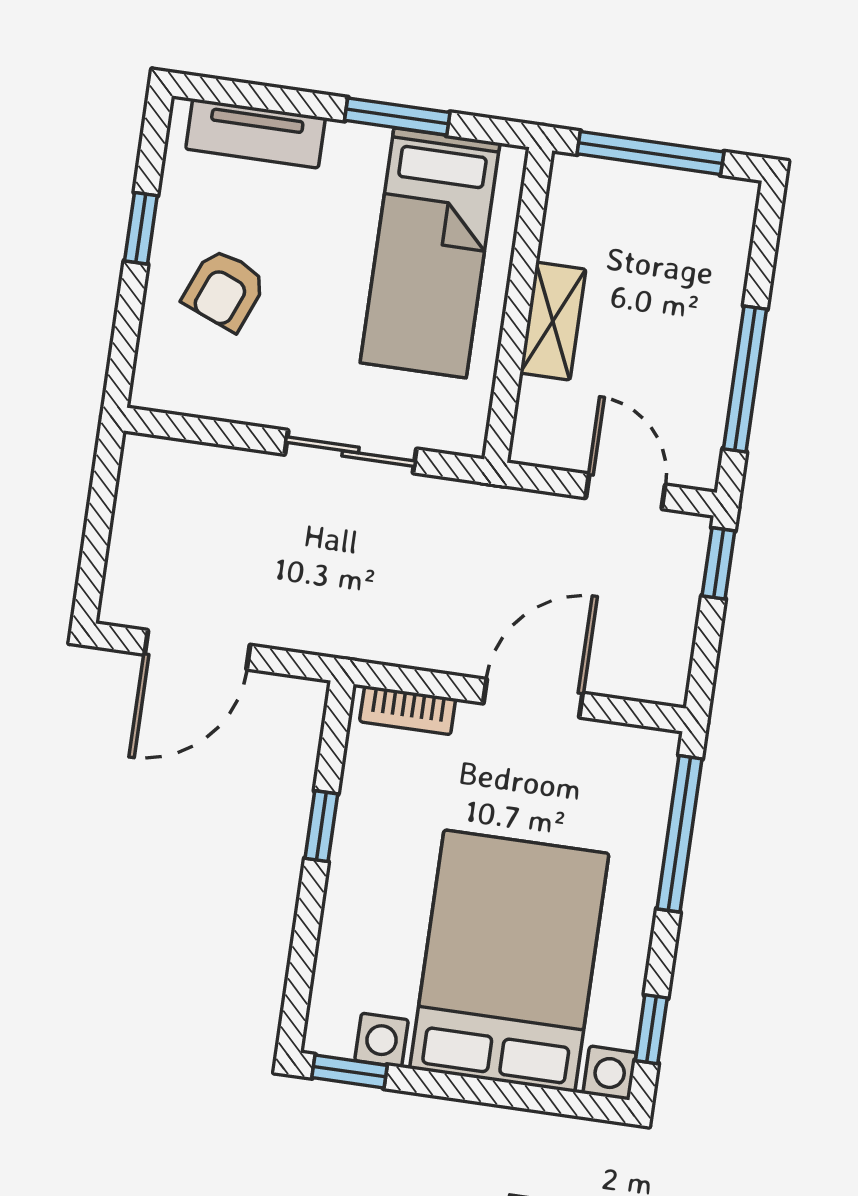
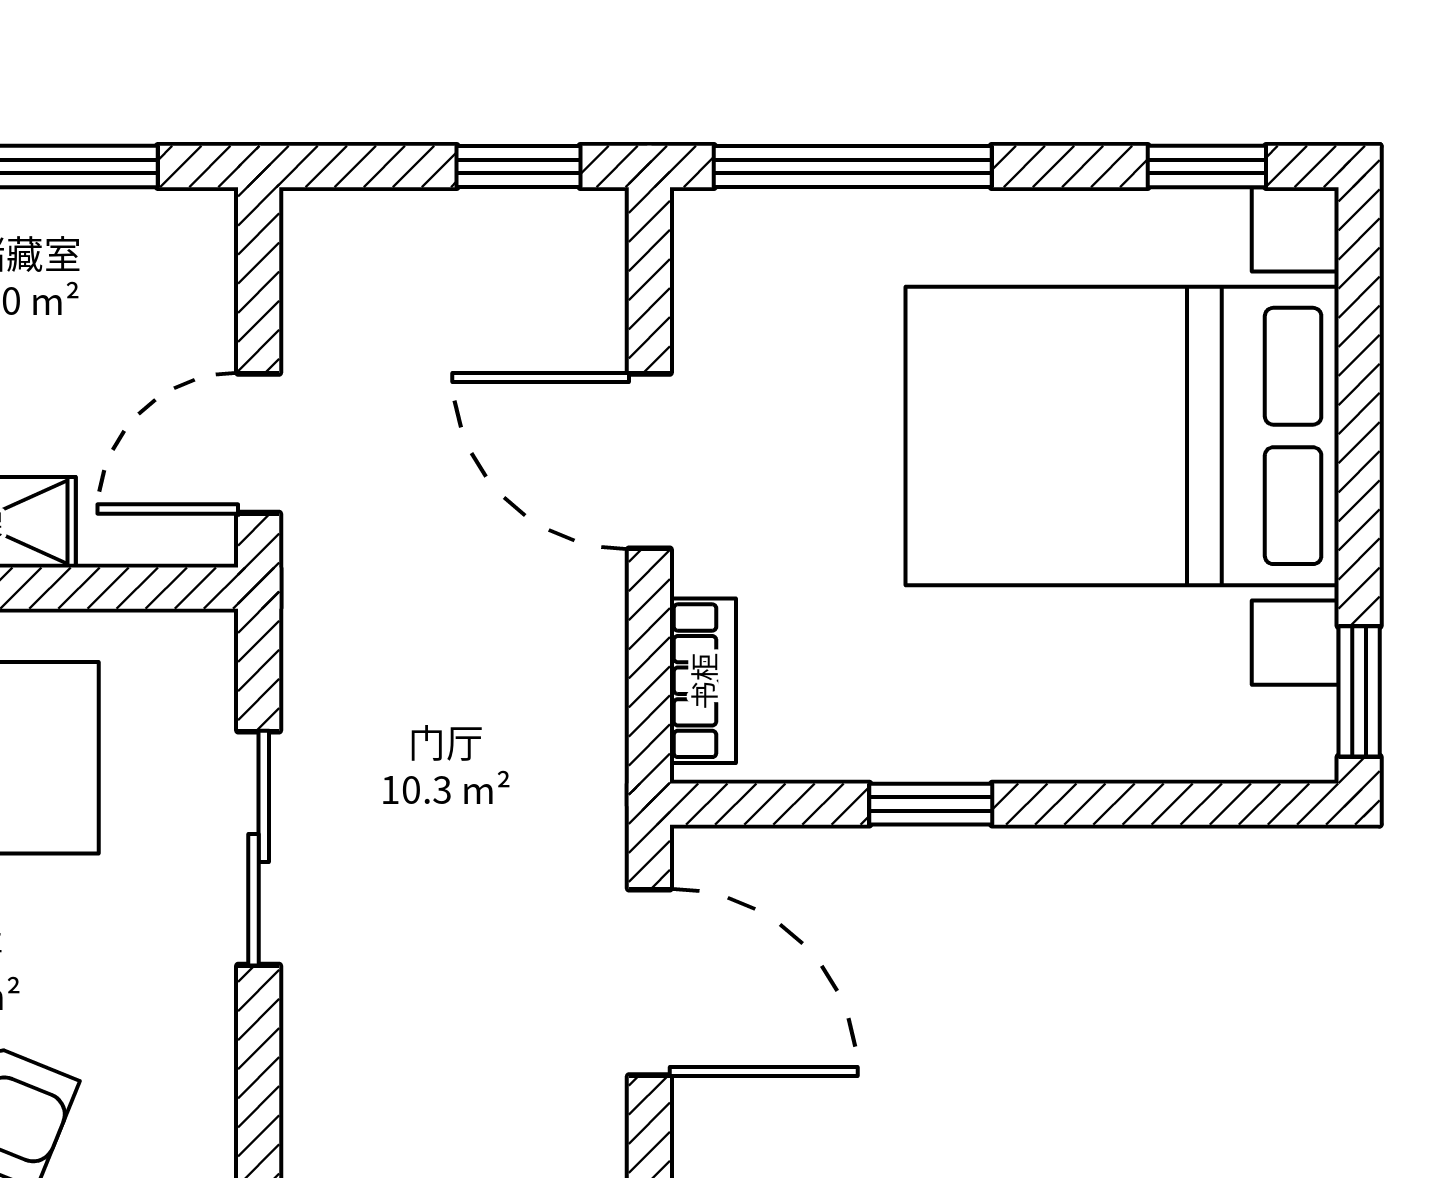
door: (625, 491) -> (259, 443), moved
window: (718, 563) -> (519, 166), moved
door: (197, 650) -> (649, 982), moved

